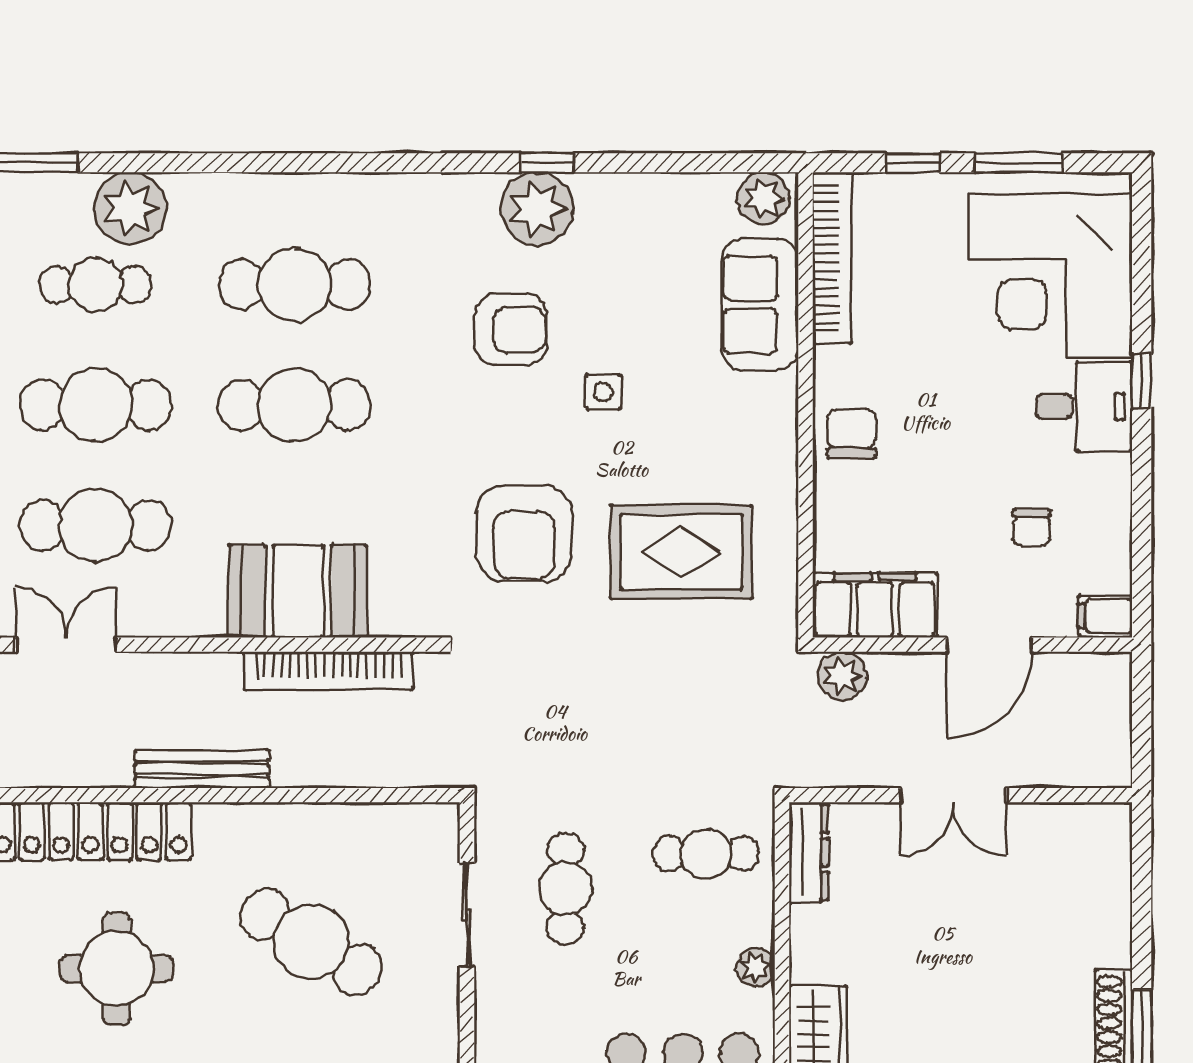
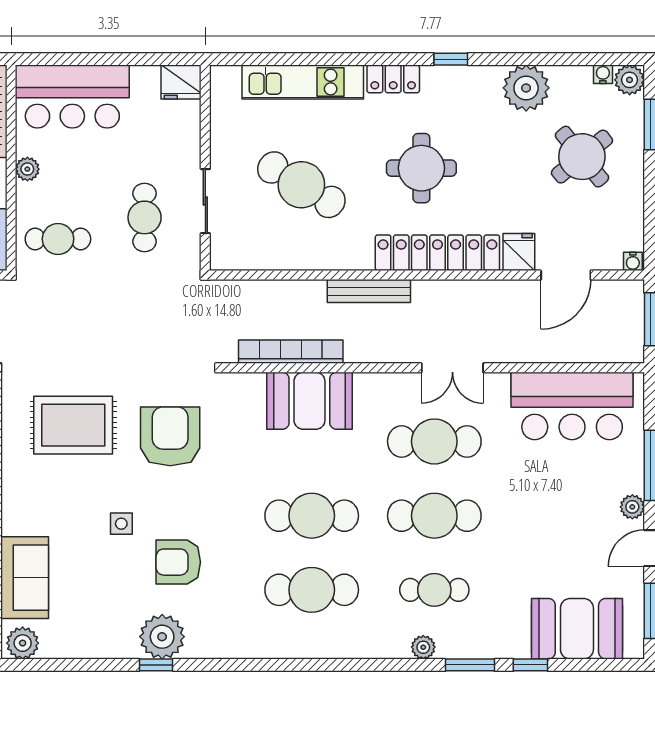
plant: (130, 208) -> (423, 647), width x0.53, depth x0.53

